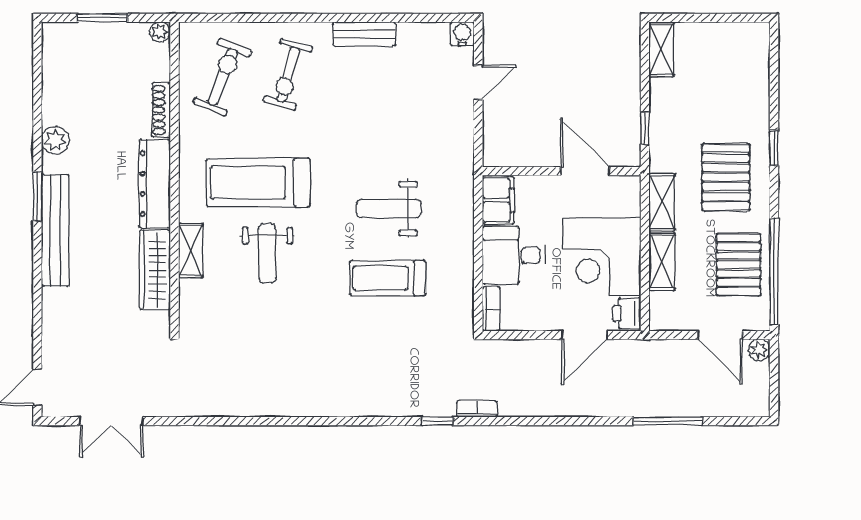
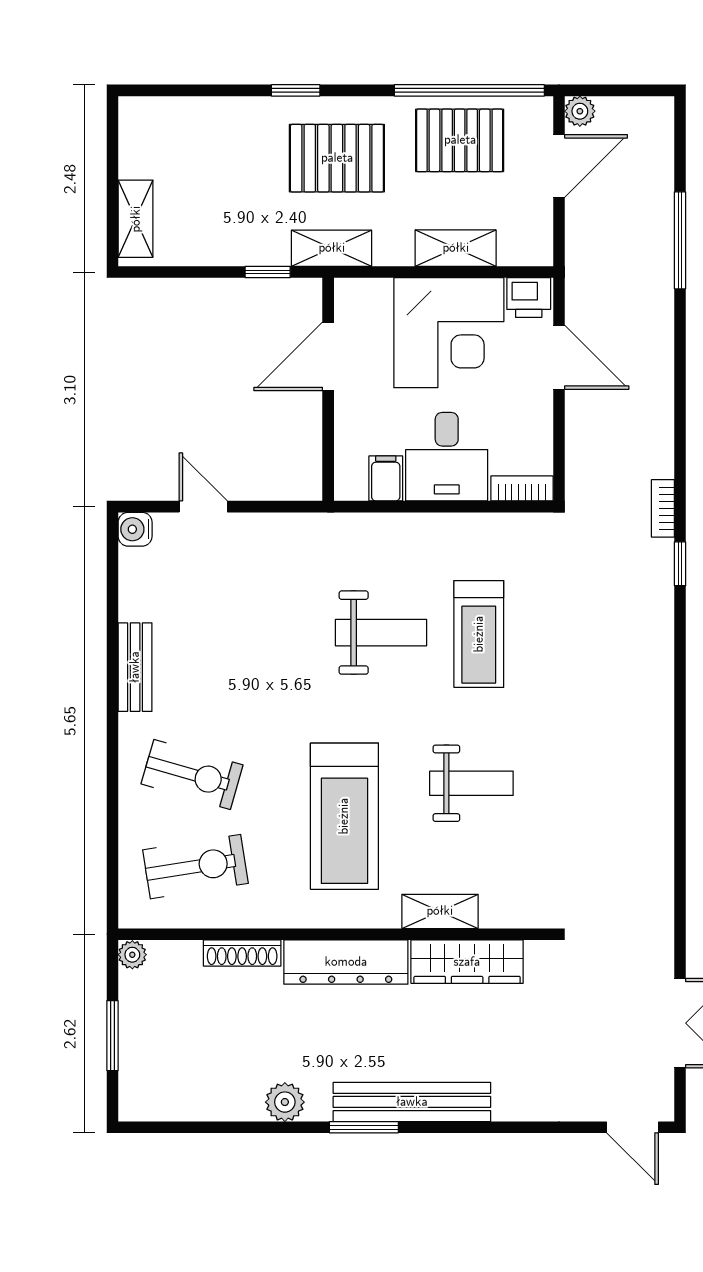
shelving: (661, 49) -> (136, 219), moved, turned 90
exercise bike: (223, 77) -> (195, 867), turned 149
filing cabinet: (498, 200) -> (386, 478), width x0.50
shelving: (662, 202) -> (332, 248), moved
weight bench: (389, 209) -> (381, 633), turned -90
weight bench: (267, 253) -> (471, 783), moved

